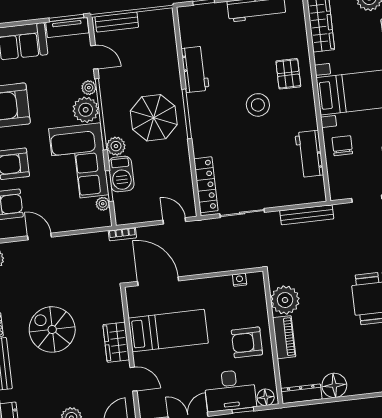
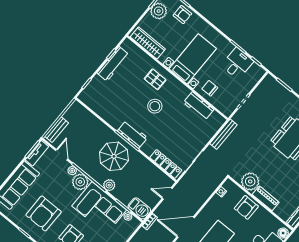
door: (94, 57) -> (62, 155), hinge flipped
workbench: (195, 69) -> (132, 134), moved
barbecue: (121, 174) -> (139, 208), moved
armchair: (247, 342) -> (246, 207), moved

